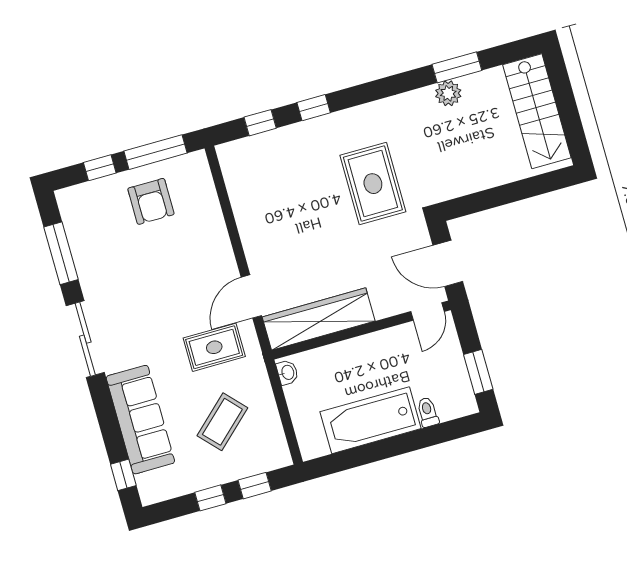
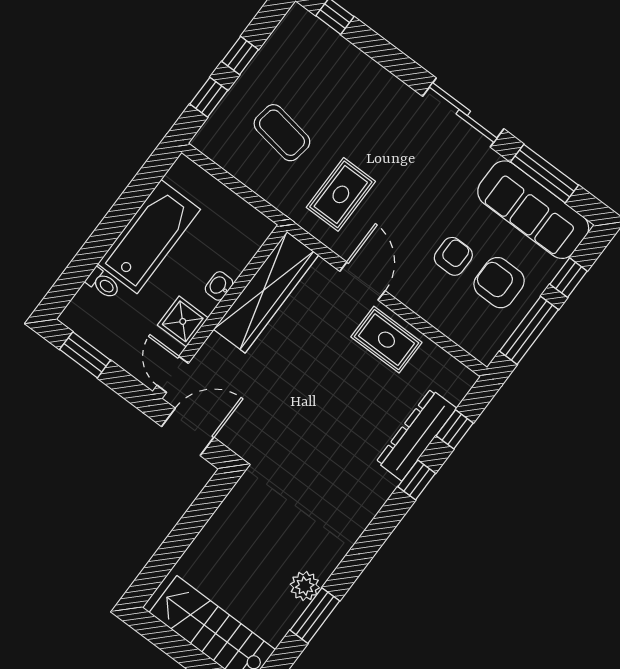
dresser: (290, 139) -> (416, 435), added
rug: (373, 184) -> (386, 340), moved, width x0.73, depth x0.70
armchair: (169, 244) -> (453, 256), added
door: (251, 296) -> (362, 281), moved
shower: (392, 343) -> (183, 321), added
washbasin: (287, 372) -> (219, 286), moved, turned 90
sofa: (140, 420) -> (533, 210), moved
coffee table: (222, 422) -> (282, 133), turned -38

